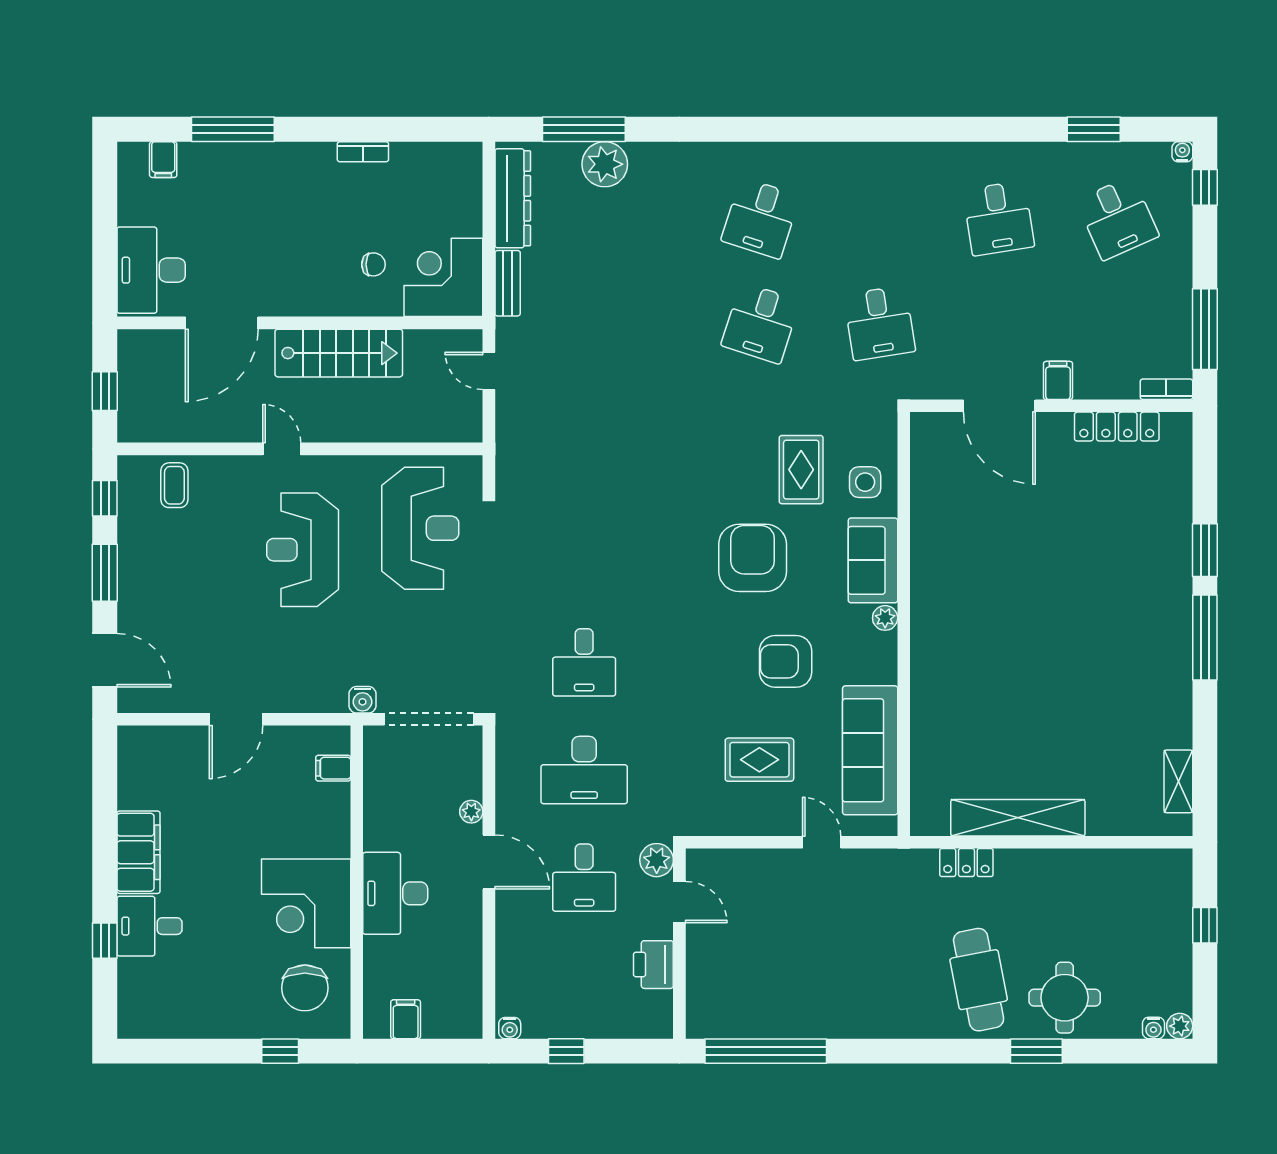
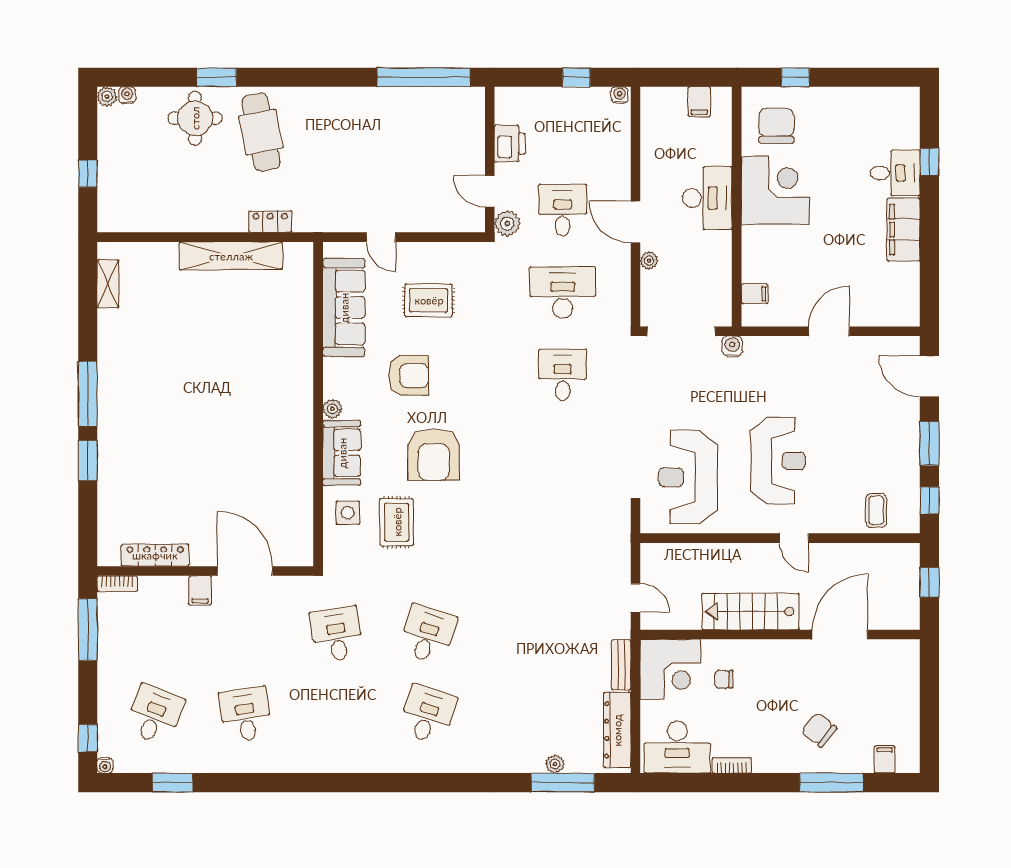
plant: (605, 164) -> (555, 764), width x0.53, depth x0.53
chair: (249, 198) -> (819, 730), added
desk: (1118, 218) -> (155, 715), turned 45
desk: (151, 270) -> (677, 747), moved, turned 90

